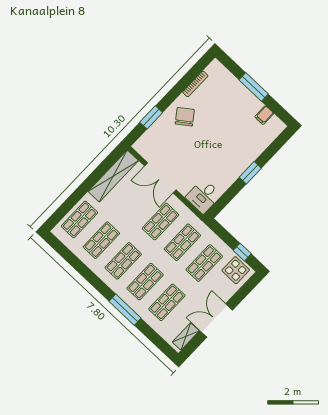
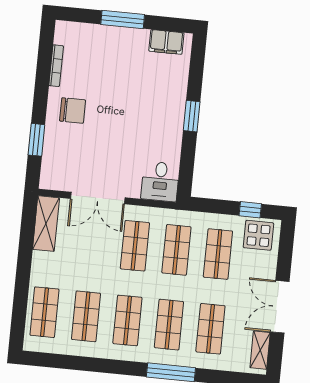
filing cabinet: (264, 115) -> (166, 42), width x2.00
chair: (185, 117) -> (73, 110), turned 126
shelving: (113, 176) -> (46, 224), width x0.68

